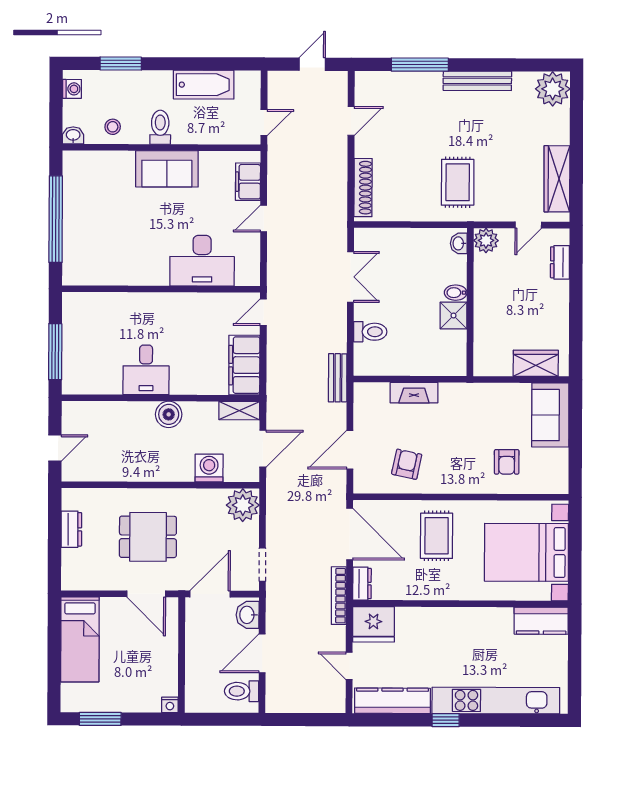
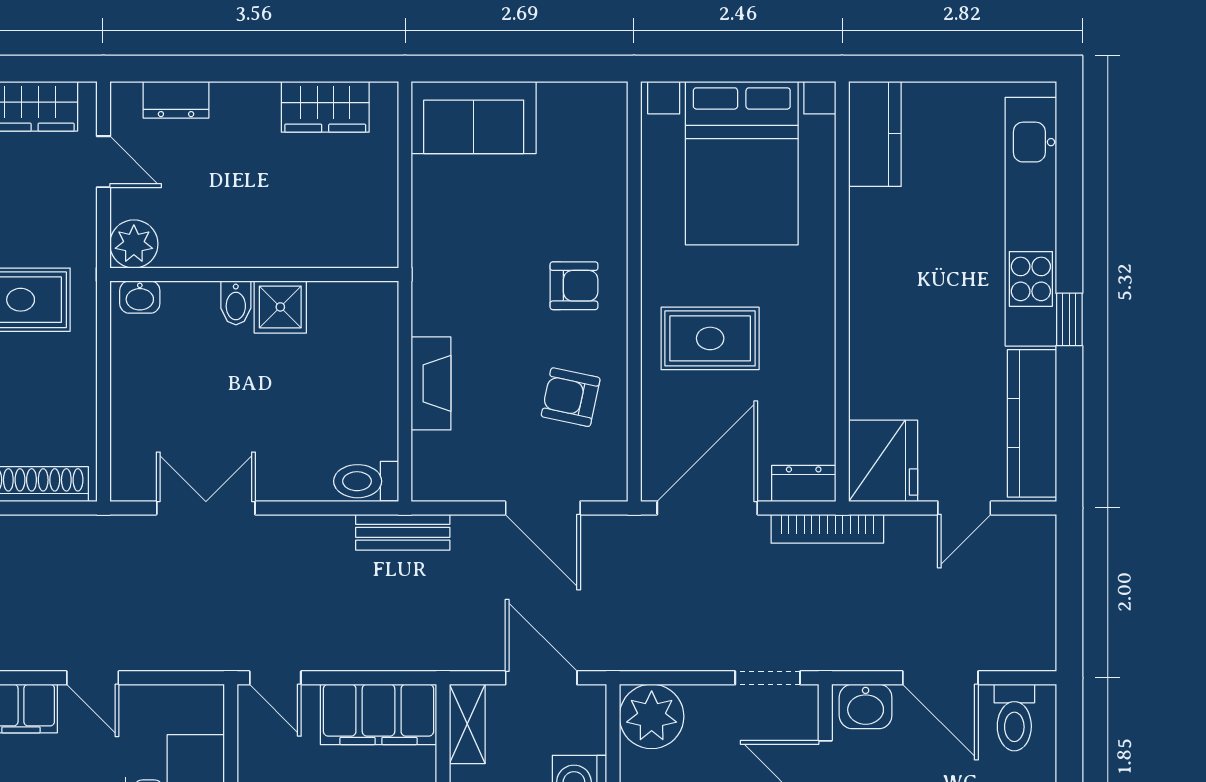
toilet: (370, 332) -> (366, 481), moved, turned -90
wardrobe: (536, 363) -> (325, 107), moved, turned -90
armchair: (507, 462) -> (574, 286), moved

